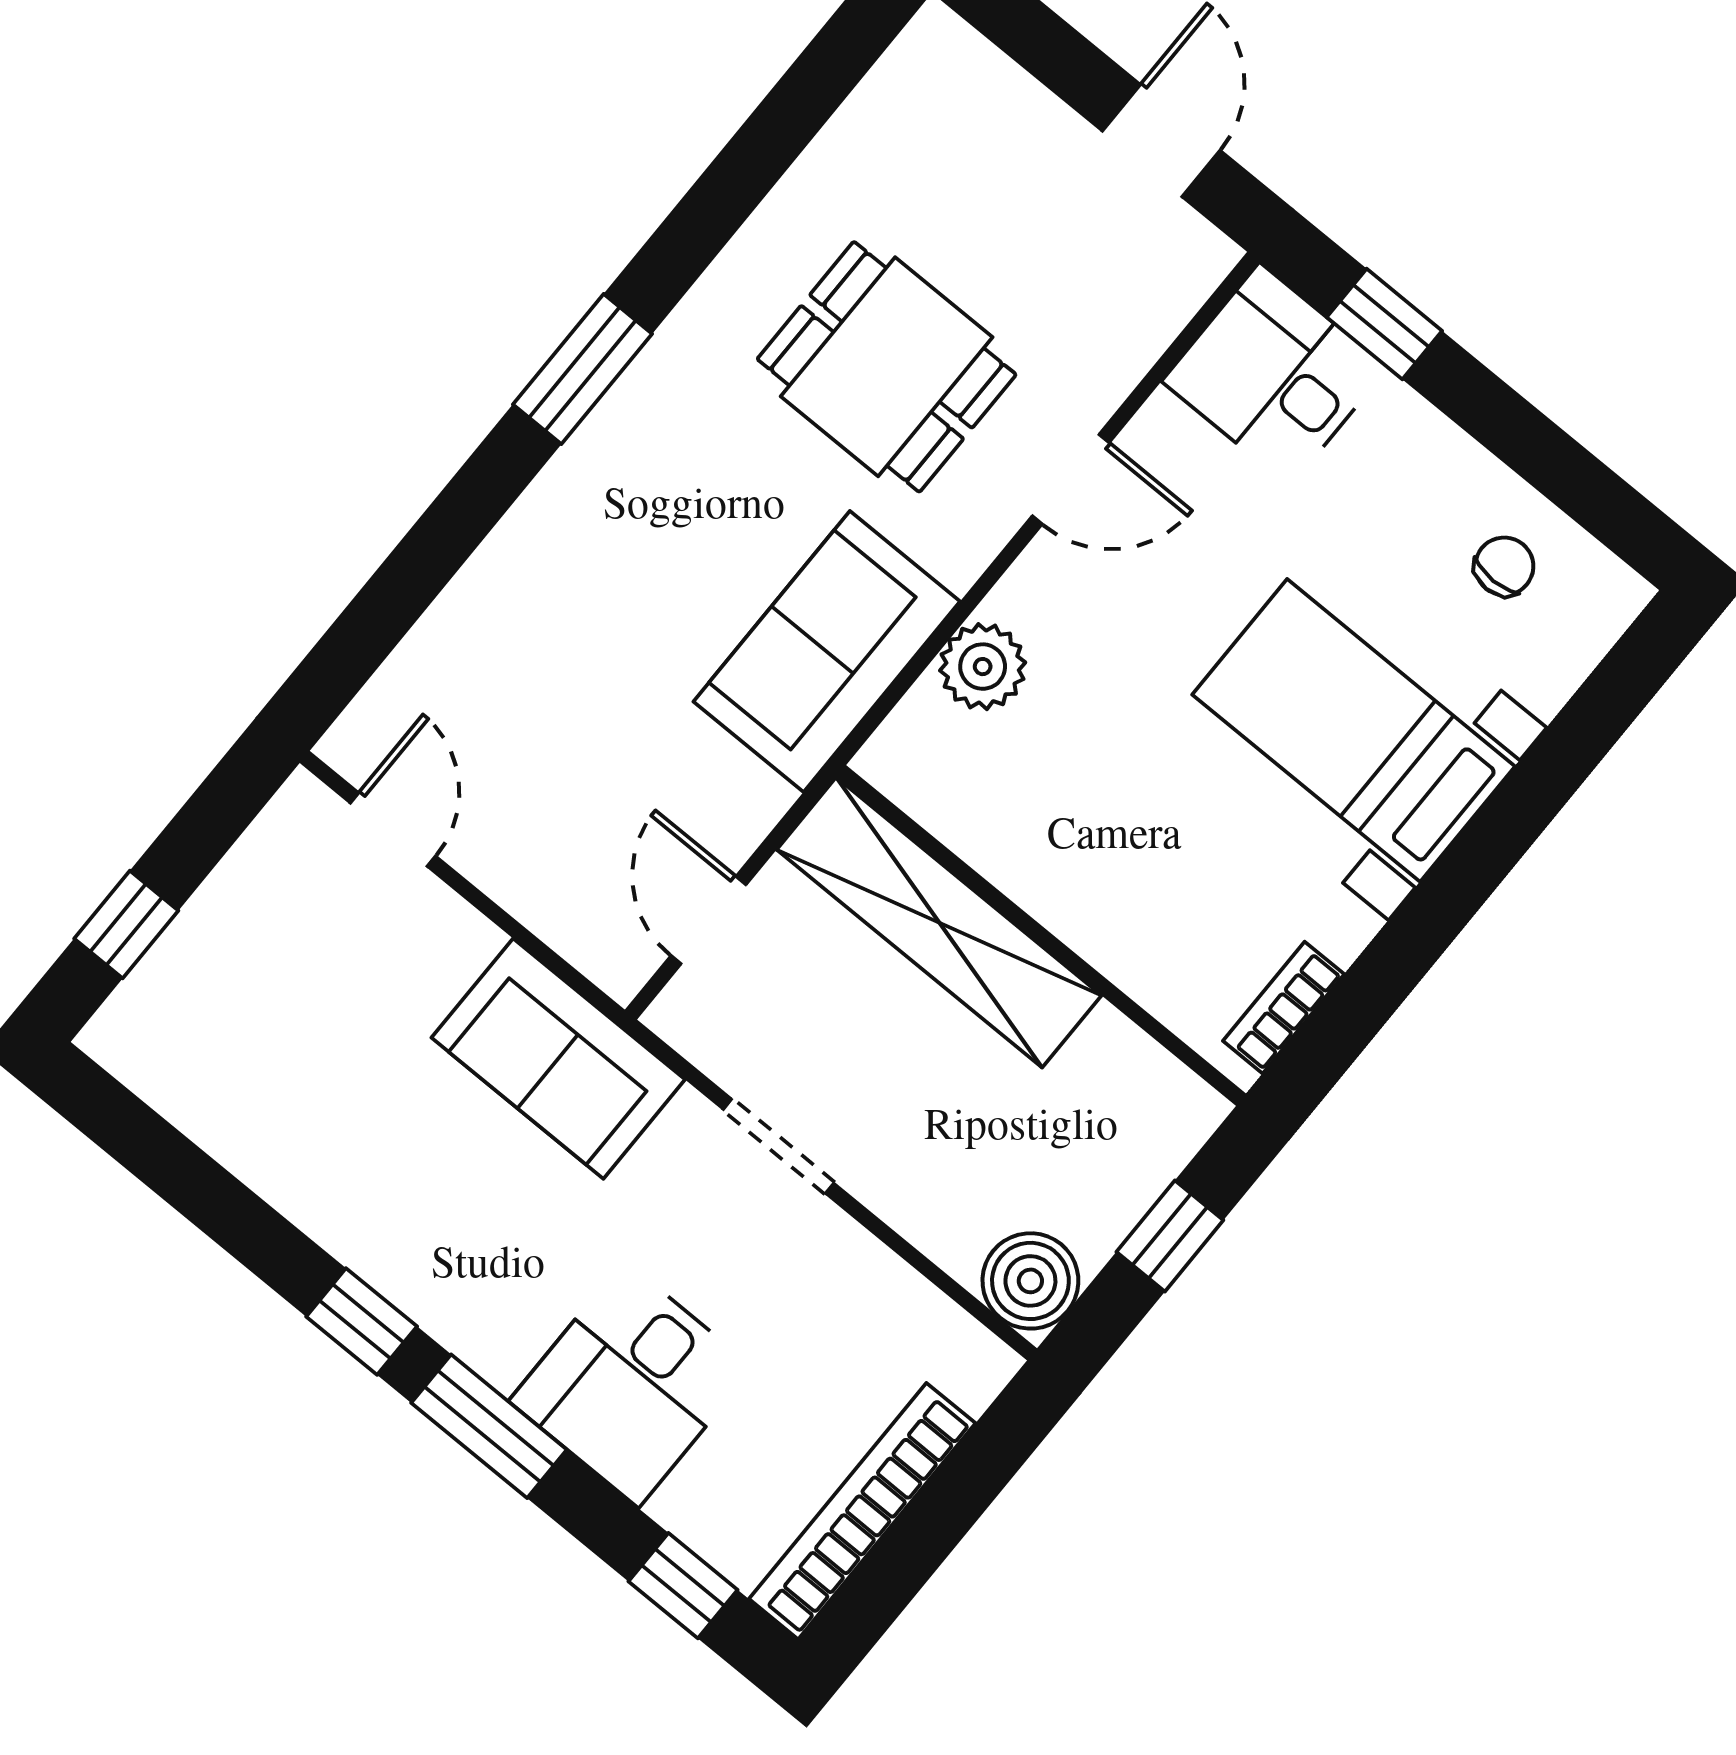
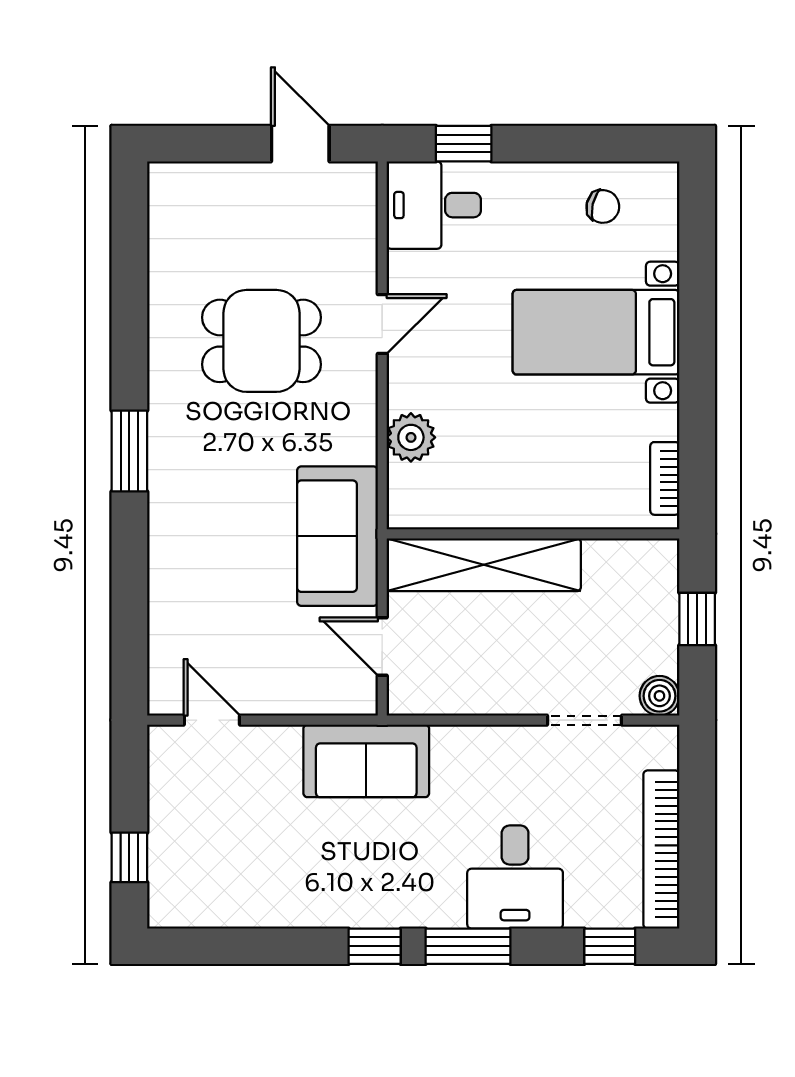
chair: (1504, 566) -> (603, 206), turned 103
sofa: (827, 652) -> (337, 536), moved
doorway: (779, 1146) -> (584, 720), moved
boiler: (1030, 1281) -> (659, 696), width x0.73, depth x0.73

